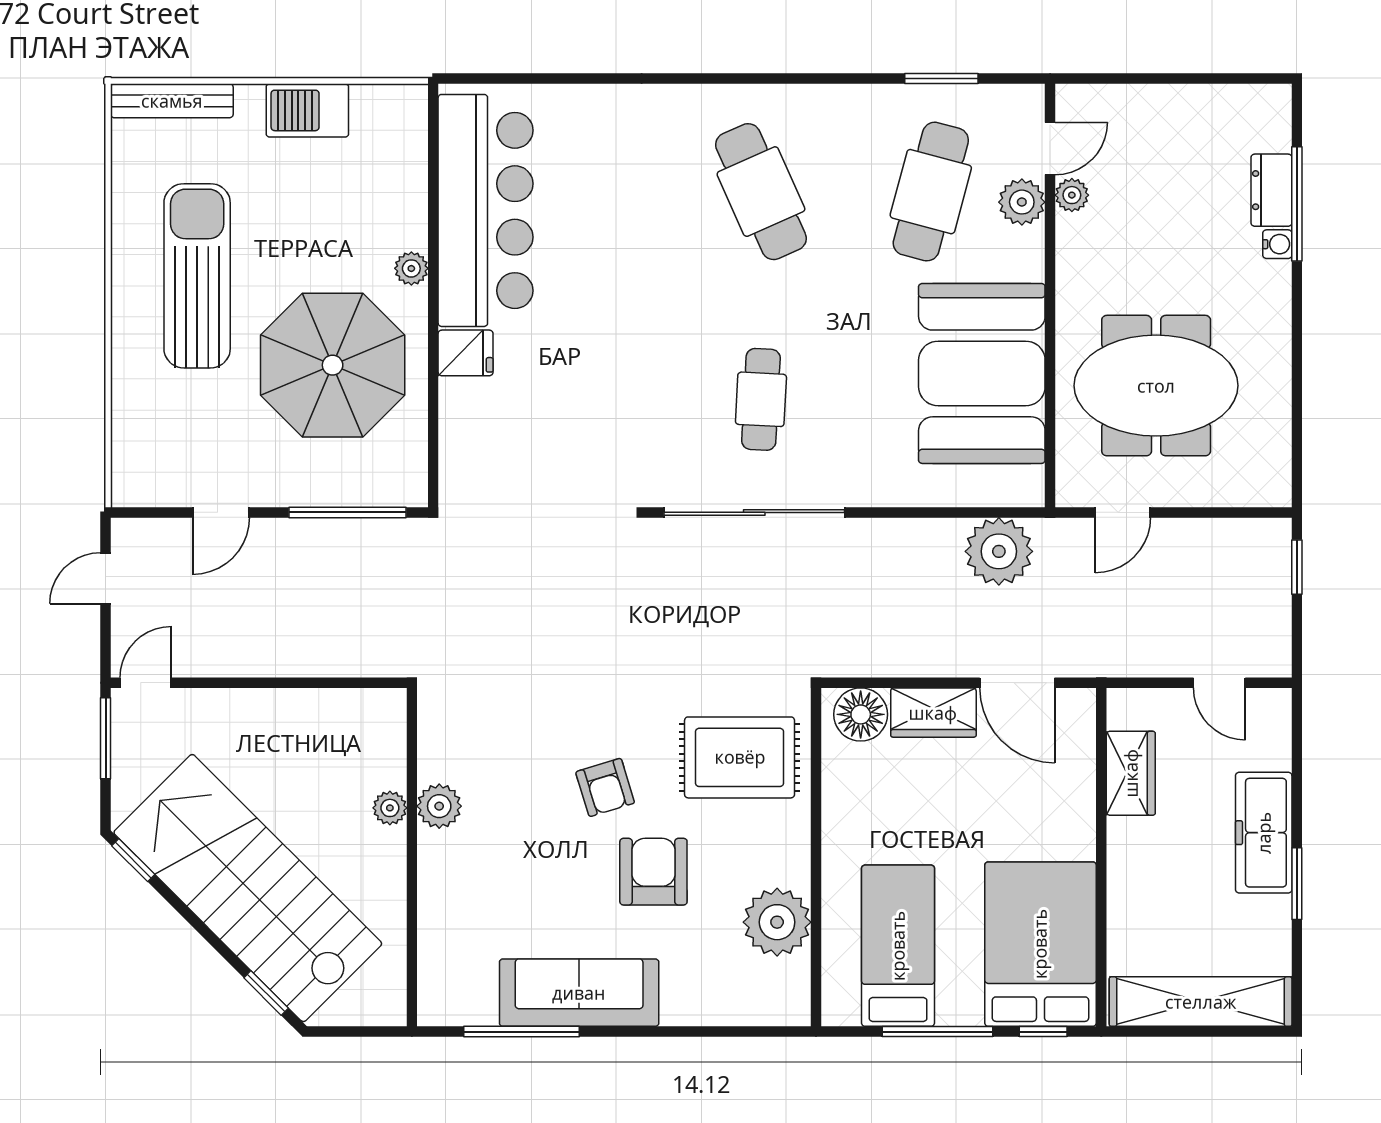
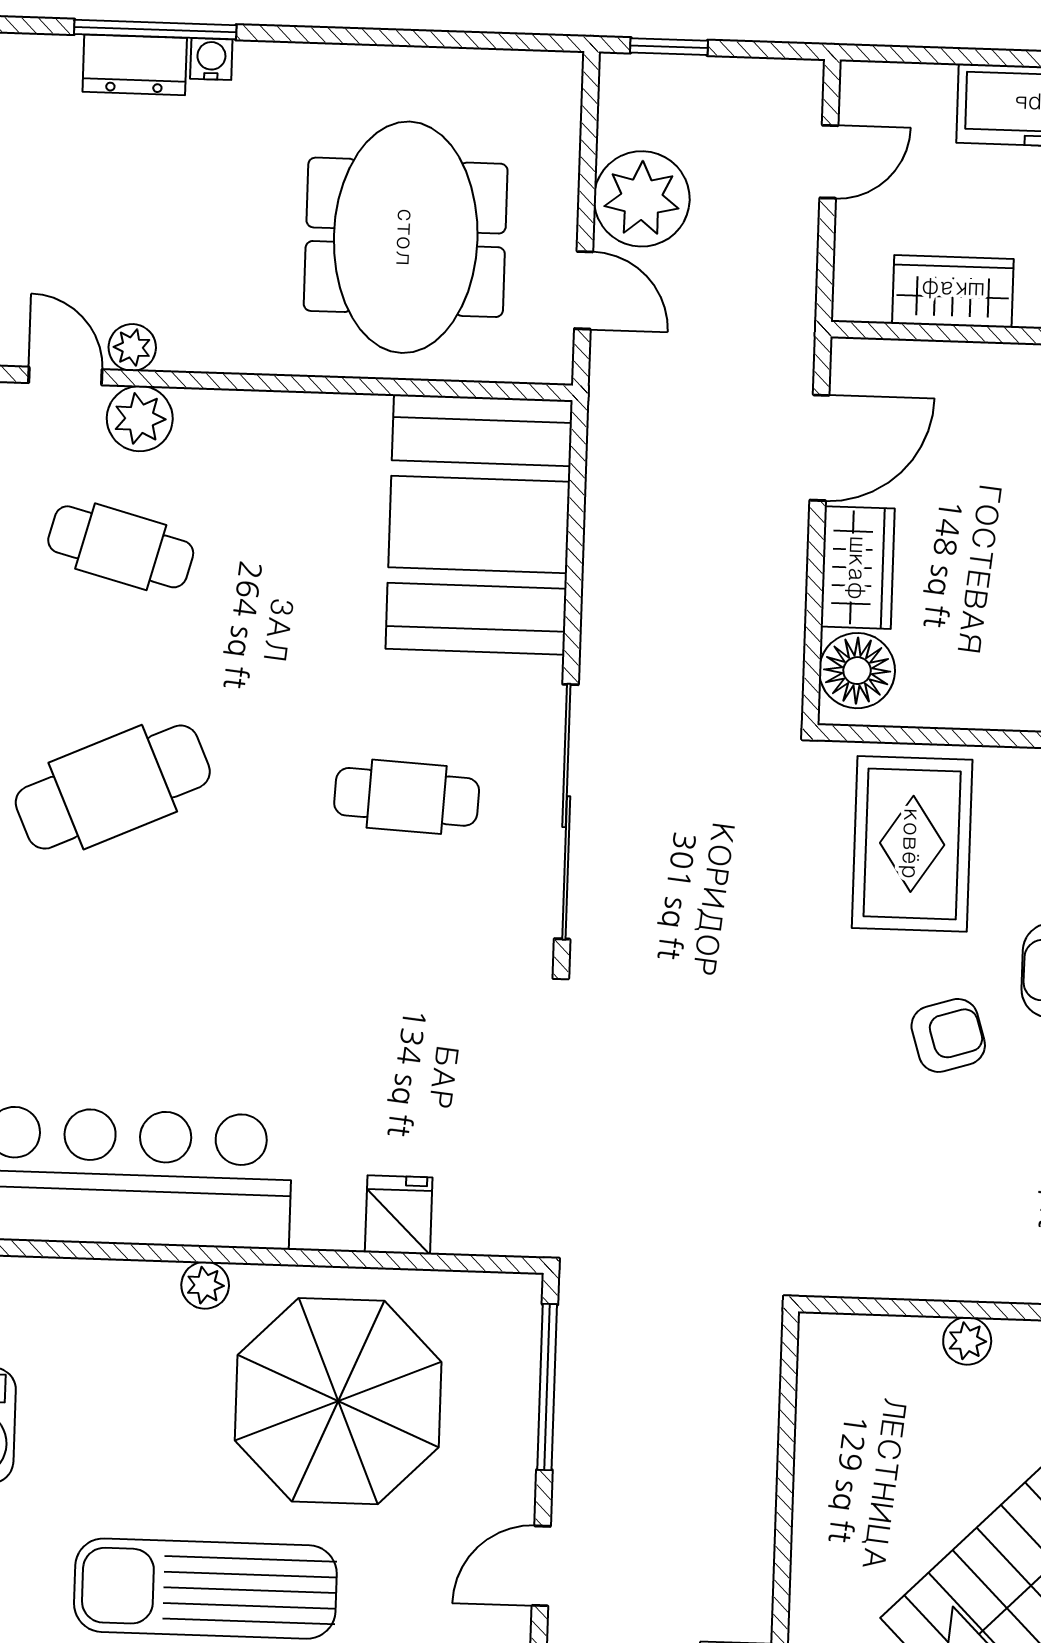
cafe table: (931, 192) -> (121, 547), width x0.73, depth x0.74
fridge: (466, 353) -> (399, 1215), moved
booth: (982, 373) -> (479, 525), moved, turned 90
door: (221, 512) -> (541, 1566), swing flipped
plant: (999, 551) -> (642, 199), moved
plant: (439, 806) -> (967, 1271), removed

